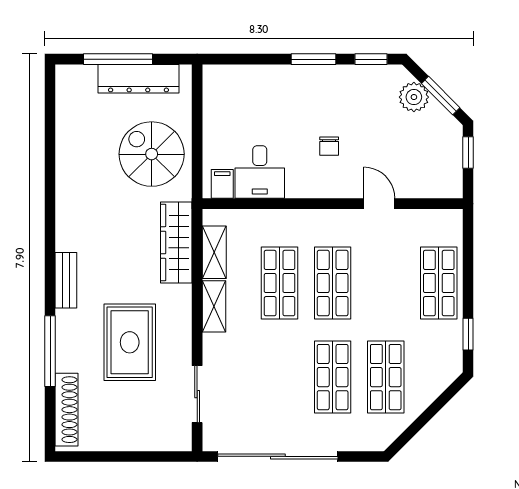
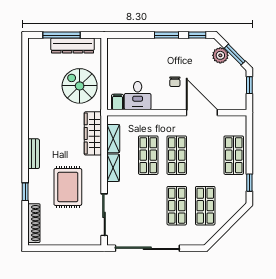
door: (379, 204) -> (202, 113), width x1.88
window: (50, 351) -> (25, 192), width x0.46
sliding door: (197, 394) -> (104, 215), width x1.37

